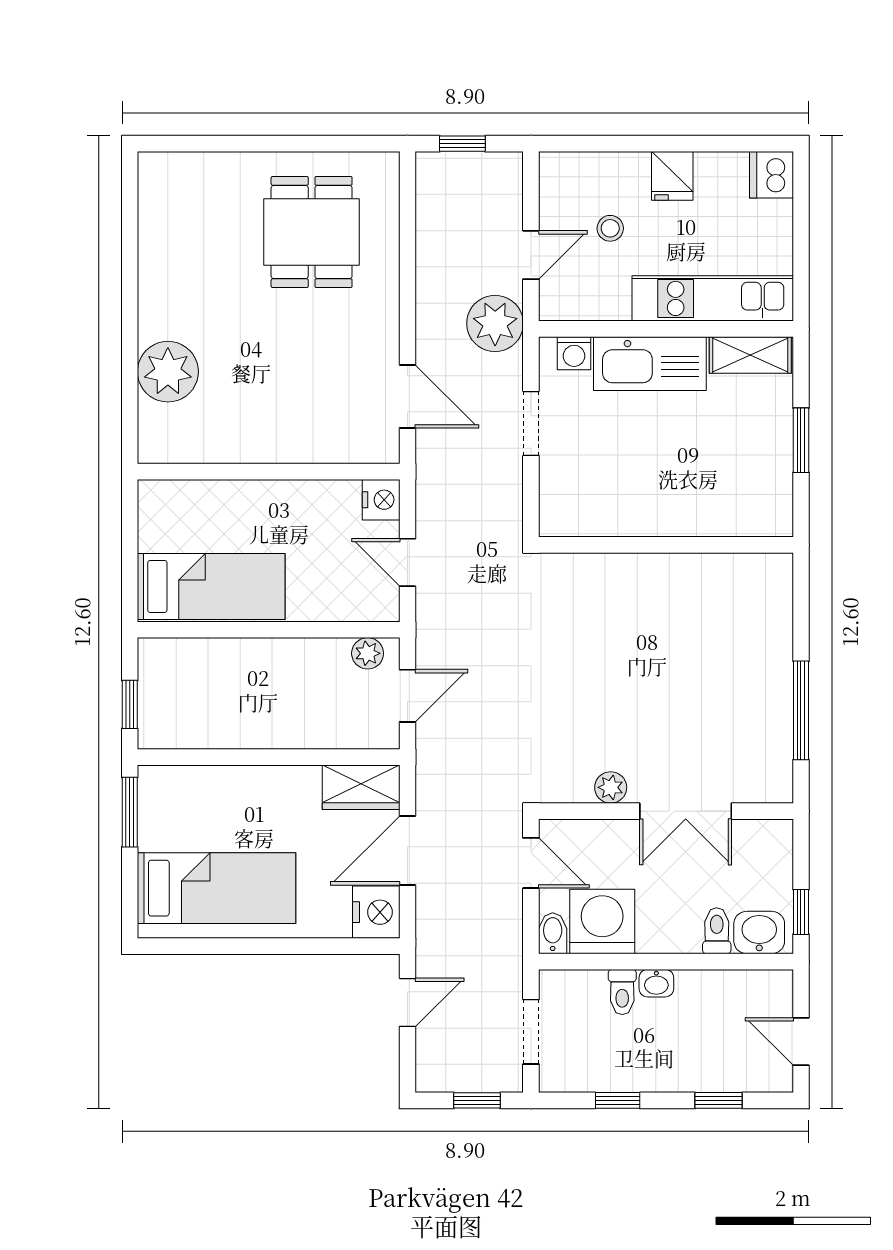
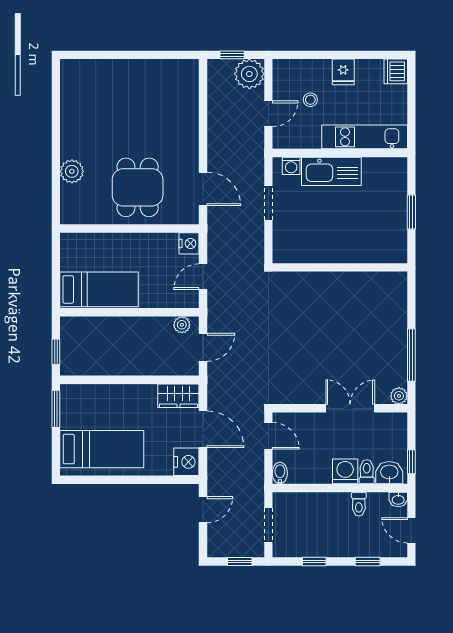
dining table: (312, 232) -> (138, 187), moved
plant: (495, 323) -> (249, 74), moved
shelving: (750, 355) -> (384, 167), removed
plant: (168, 372) -> (72, 171), width x0.73, depth x0.73
door: (407, 562) -> (203, 277), hinge flipped
plant: (611, 787) -> (399, 396), moved
double door: (686, 811) -> (350, 408), swing flipped
door: (407, 851) -> (203, 429), swing flipped
washing machine: (602, 921) -> (345, 471), moved, width x0.73, depth x0.73
washbasin: (656, 983) -> (398, 499), moved
toilet: (622, 992) -> (359, 504), moved

